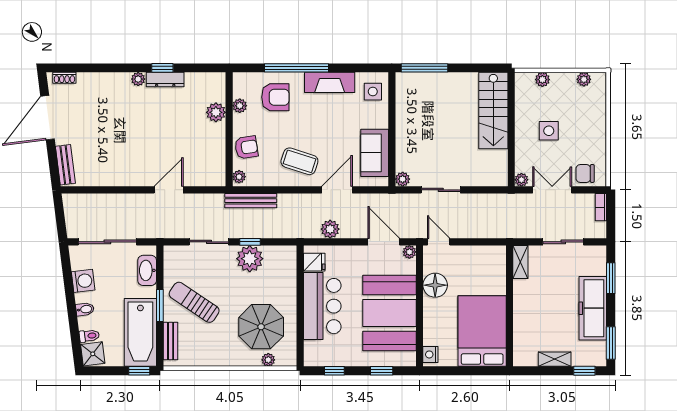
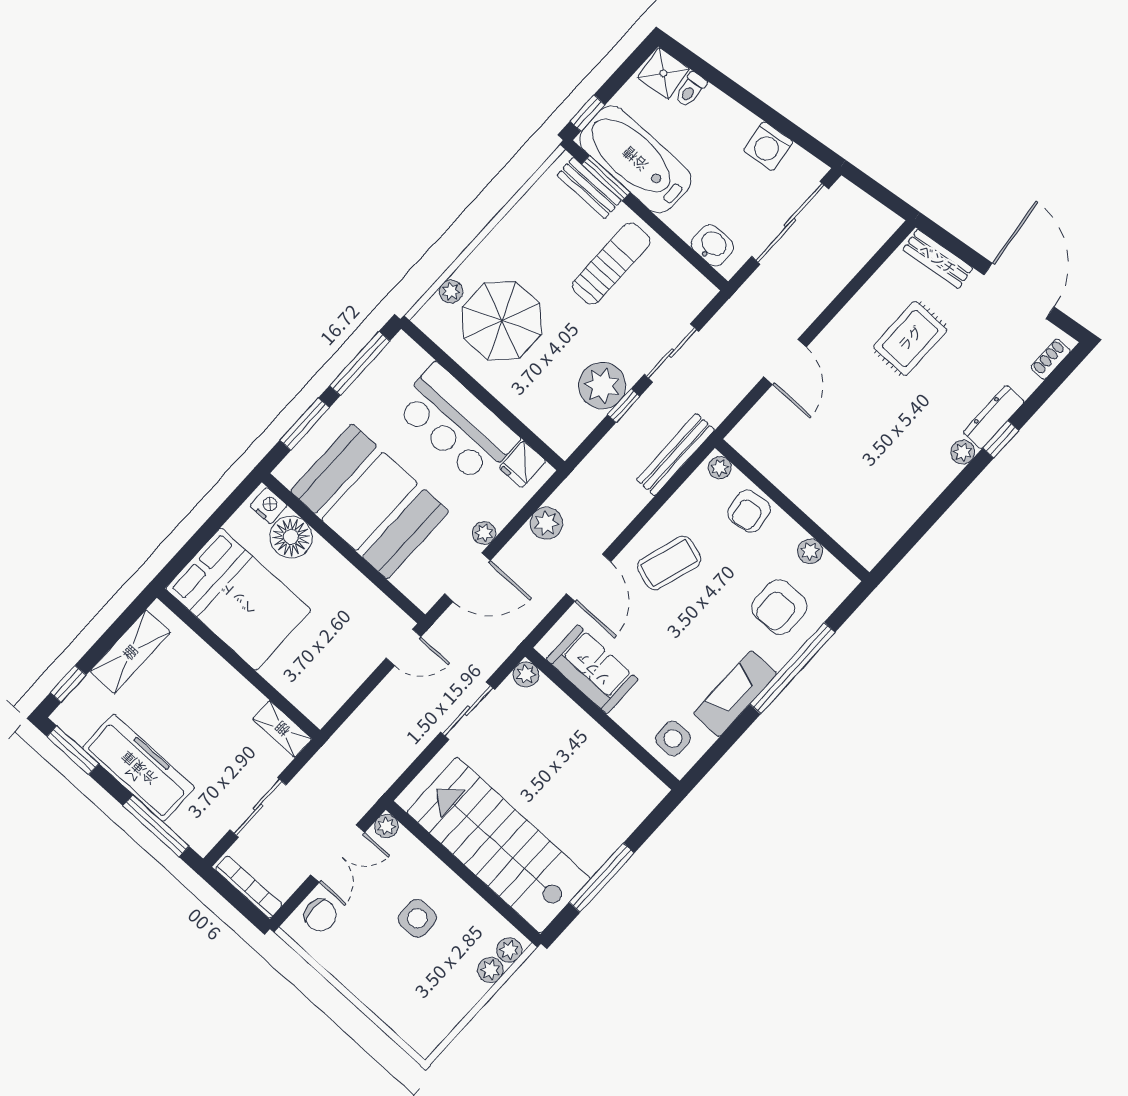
window: (162, 68) -> (1001, 439), moved
window: (424, 68) -> (602, 878), moved
plant: (584, 79) -> (509, 950), moved
dresser: (165, 80) -> (994, 417), moved
stairs: (493, 111) -> (499, 845), width x1.36, depth x1.51
plant: (216, 112) -> (830, 513), removed
rug: (110, 146) -> (910, 338), added
chair: (585, 173) -> (320, 915), turned 90
bookcase: (601, 207) -> (249, 887), width x1.56
plant: (409, 252) -> (484, 533), moved
washbasin: (147, 270) -> (712, 245), width x0.72
window: (611, 278) -> (156, 826), width x1.44
floor lamp: (435, 285) -> (291, 537), moved
sun lounger: (194, 302) -> (611, 263), turned -34
window: (160, 305) -> (606, 178), moved
bidet: (85, 309) -> (730, 115), removed
shelving: (555, 359) -> (130, 652), width x1.50, depth x1.33
window: (334, 371) -> (360, 363), width x2.17
window: (382, 371) -> (305, 424), width x1.50

